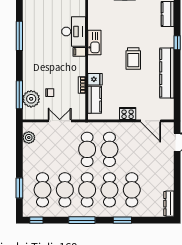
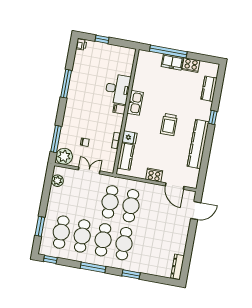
plant: (31, 99) -> (64, 156), moved
cafe table: (132, 190) -> (145, 247), removed

